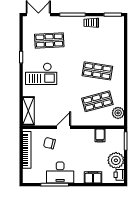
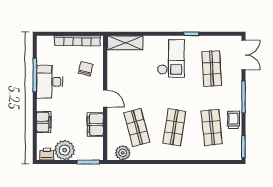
shop shelf: (97, 40) -> (212, 127), added
checkout: (41, 74) -> (171, 58), turned 180
door: (64, 127) -> (105, 99), moved
filing cabinet: (100, 135) -> (95, 125), width x2.00

